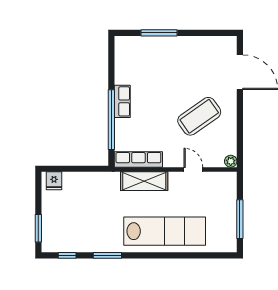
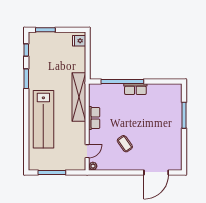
coffee table: (199, 116) -> (125, 144), width x0.54, depth x0.58
row of seats: (138, 159) -> (94, 118), moved, width x0.68
door: (193, 170) -> (87, 151), moved
shelving: (144, 181) -> (79, 97), width x1.47

